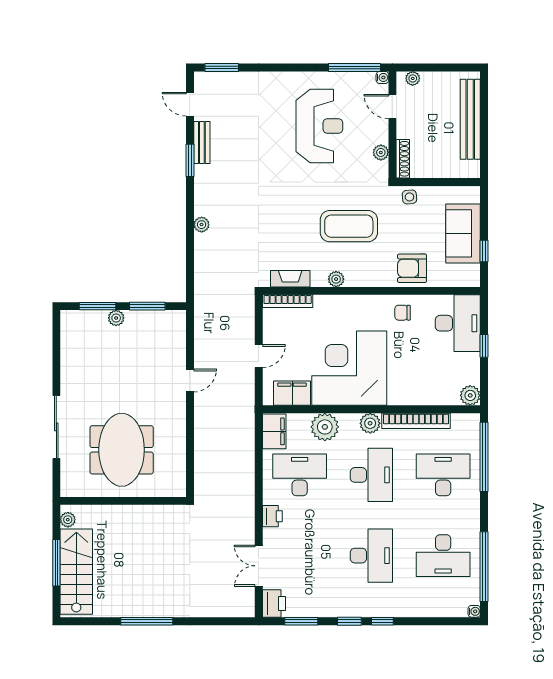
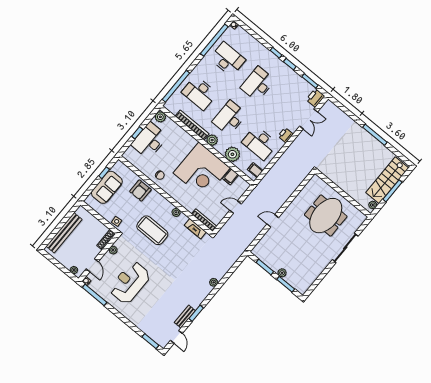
armchair: (412, 268) -> (140, 191), turned 90
desk: (458, 323) -> (149, 141), moved
filing cabinet: (292, 393) -> (231, 177), width x0.50
filing cabinet: (274, 431) -> (255, 170), width x0.50

